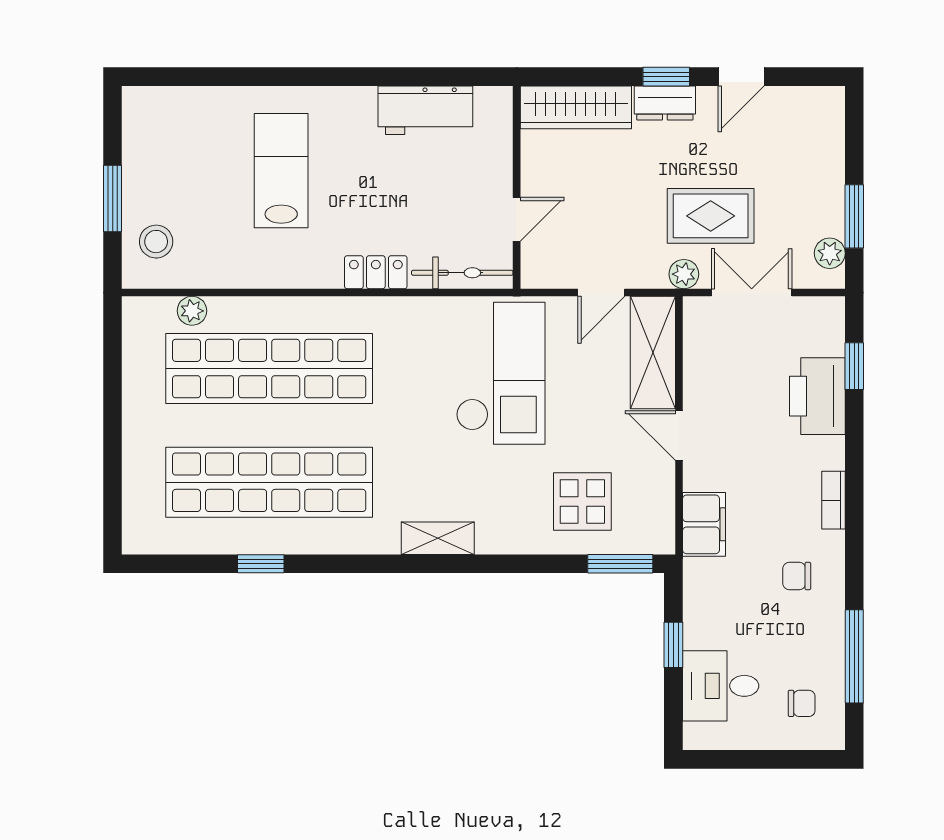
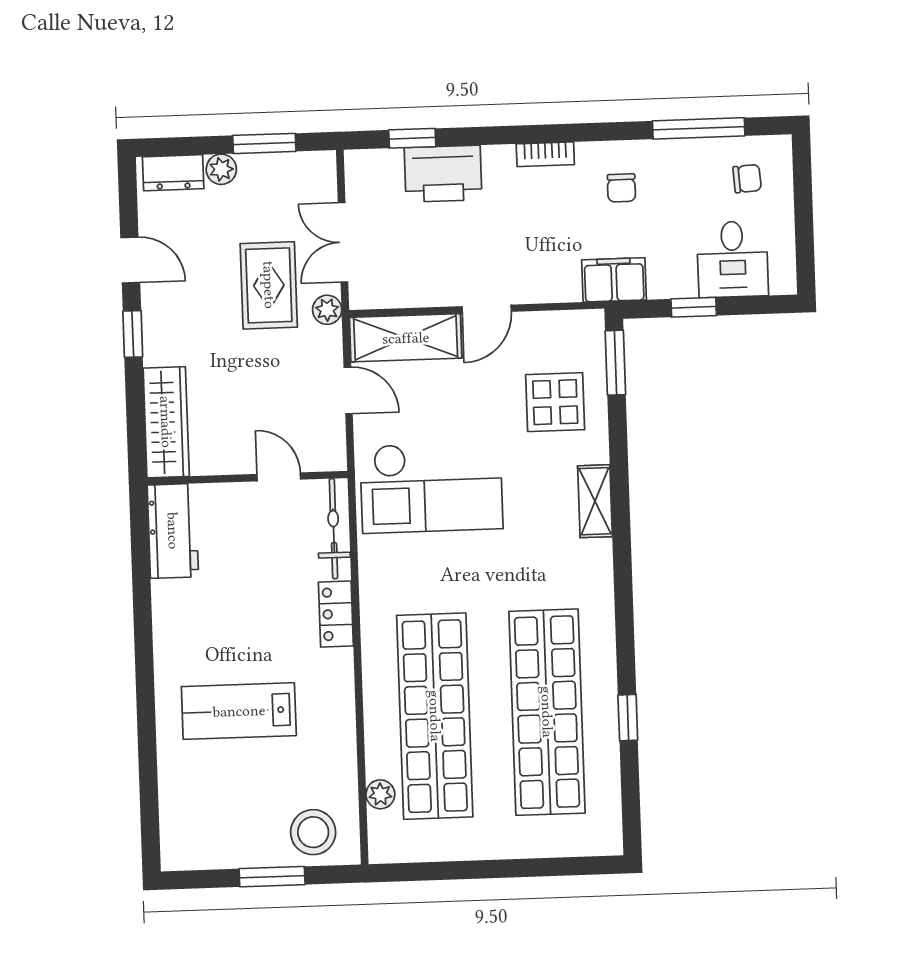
dresser: (665, 103) -> (173, 173), moved, turned 90
workbench: (425, 110) -> (173, 531), moved
stool: (156, 242) -> (313, 832), width x1.38, depth x1.38
plant: (830, 253) -> (221, 169), moved
checkout: (501, 373) -> (431, 487), turned 180
filing cabinet: (704, 524) -> (614, 280), moved
shelving: (438, 538) -> (595, 501), moved
chair: (802, 703) -> (747, 179), turned 86

